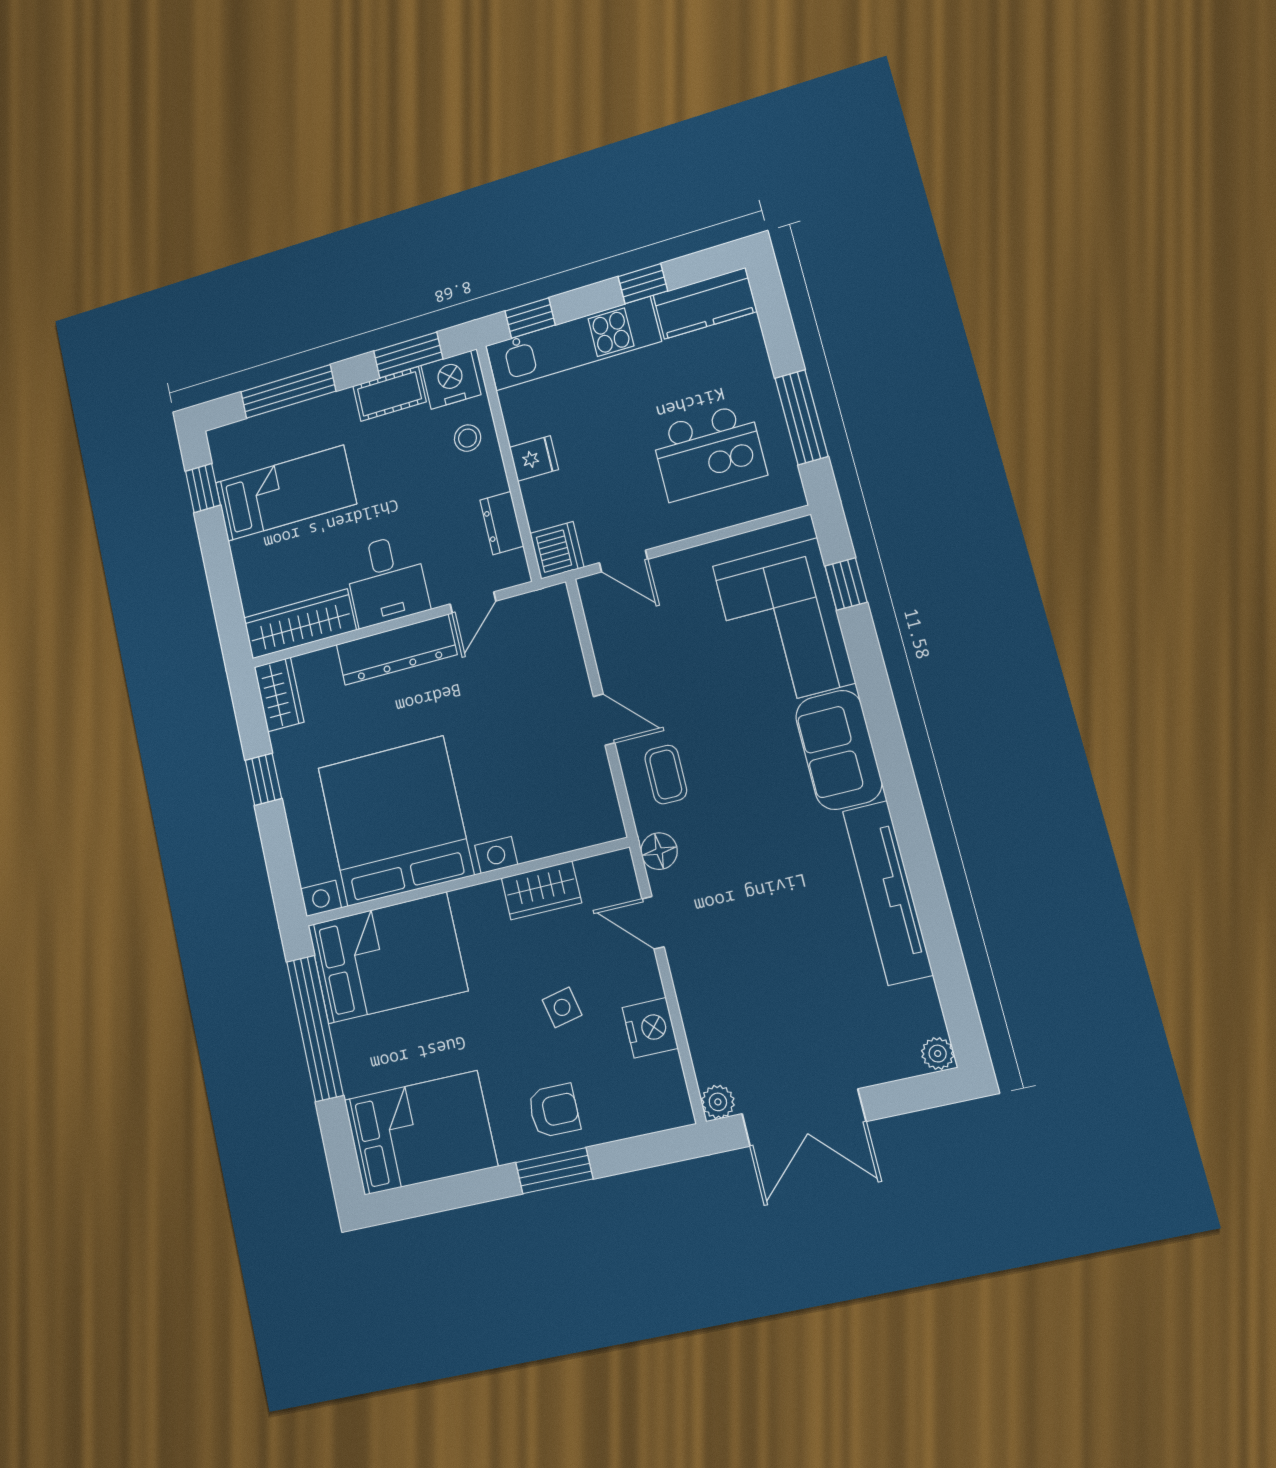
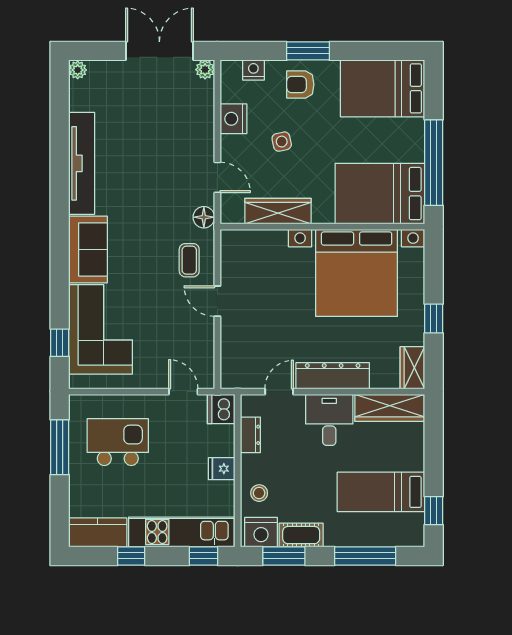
wardrobe: (541, 890) -> (278, 211), width x1.50
nightstand: (637, 1119) -> (253, 70), added

